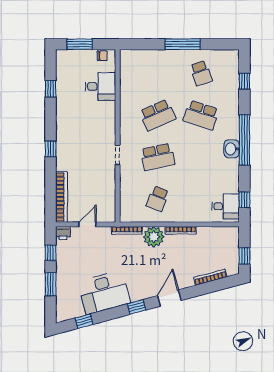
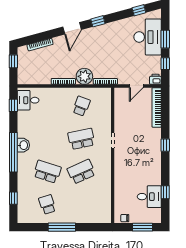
desk: (100, 86) -> (149, 197), moved, turned 180
desk: (104, 292) -> (148, 37), moved, turned 105

